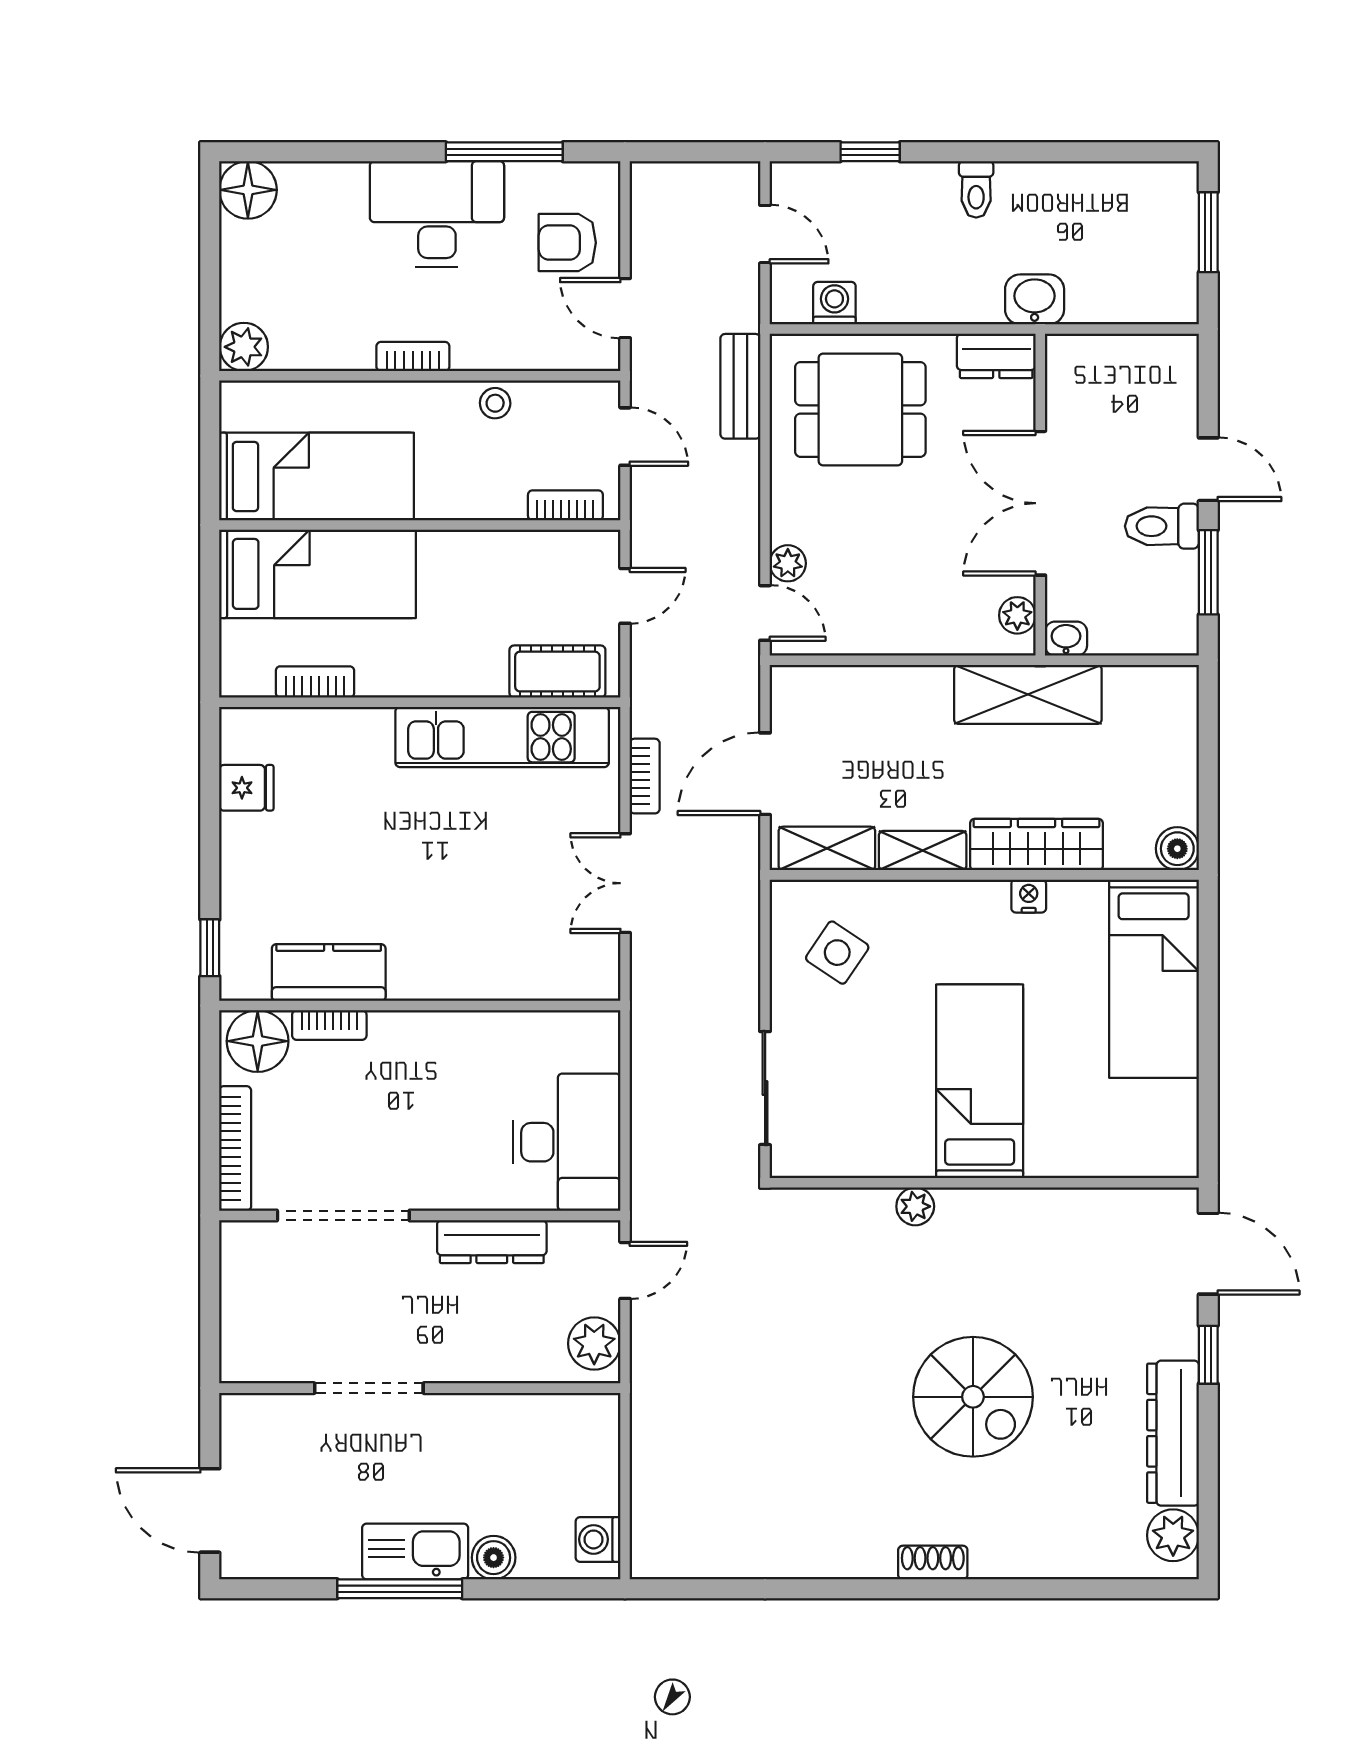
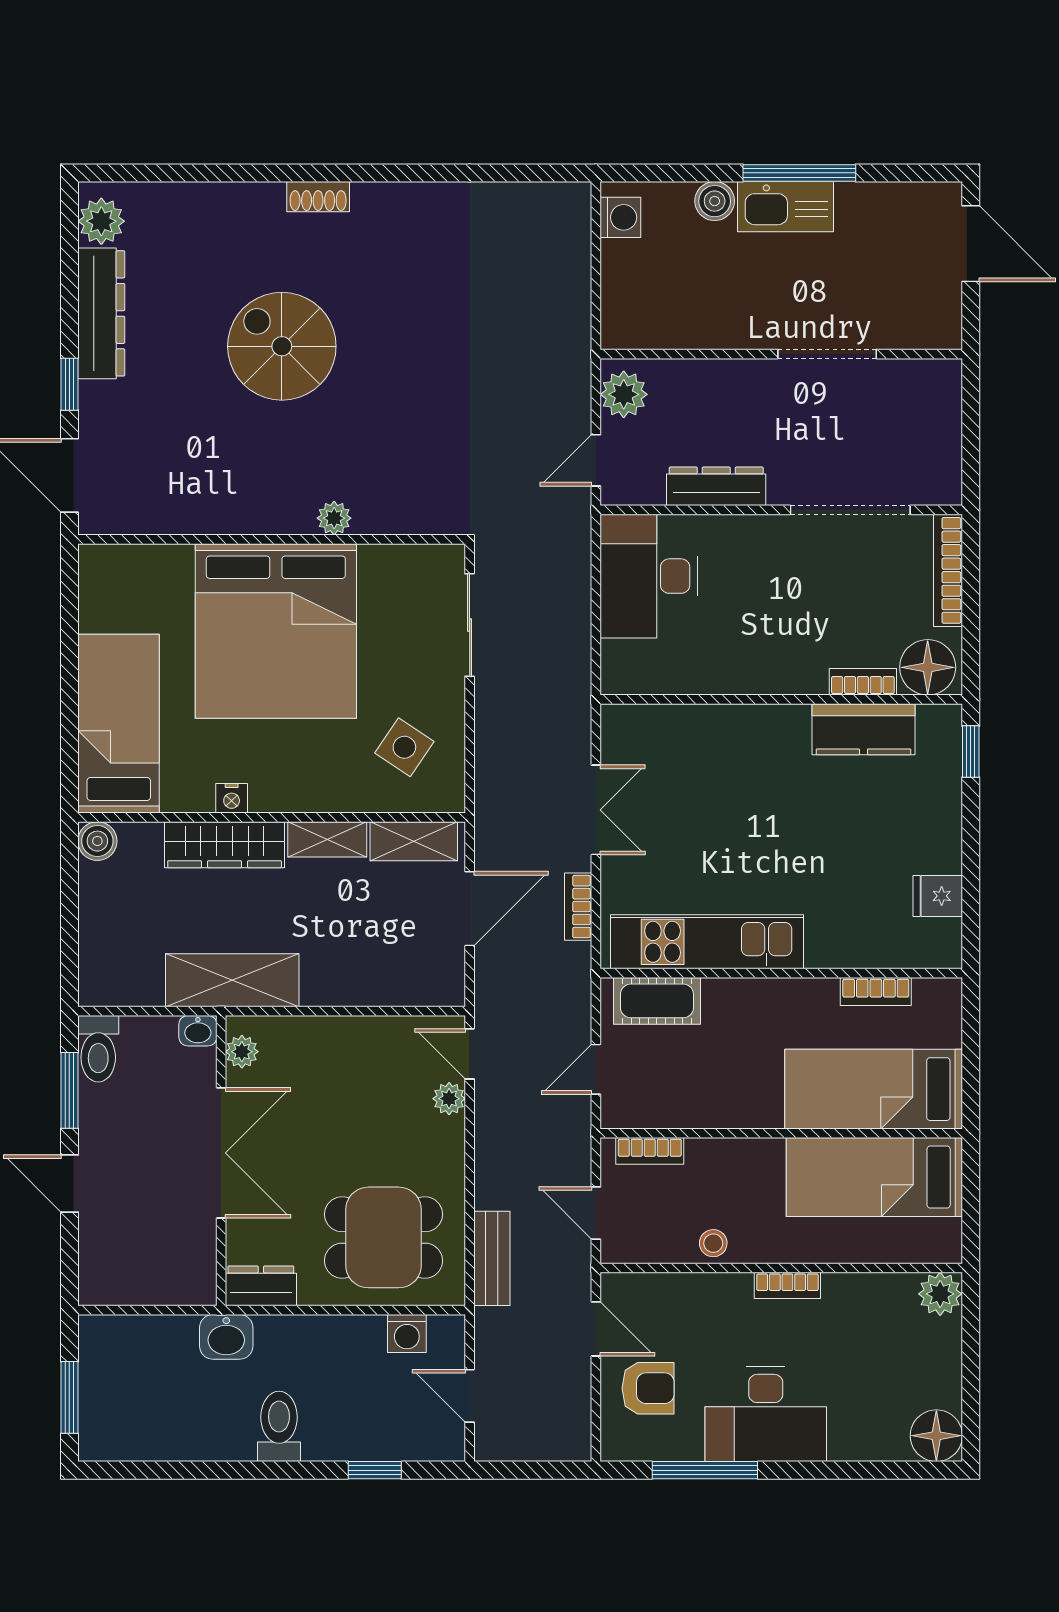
toilet: (976, 189) -> (279, 1426), width x1.37, depth x1.39
toilet: (1162, 526) -> (98, 1049), moved, turned 90
bed: (980, 1081) -> (276, 631), width x2.04

